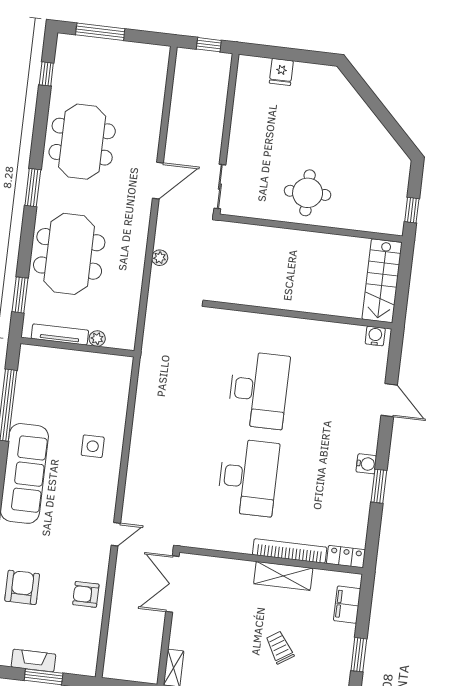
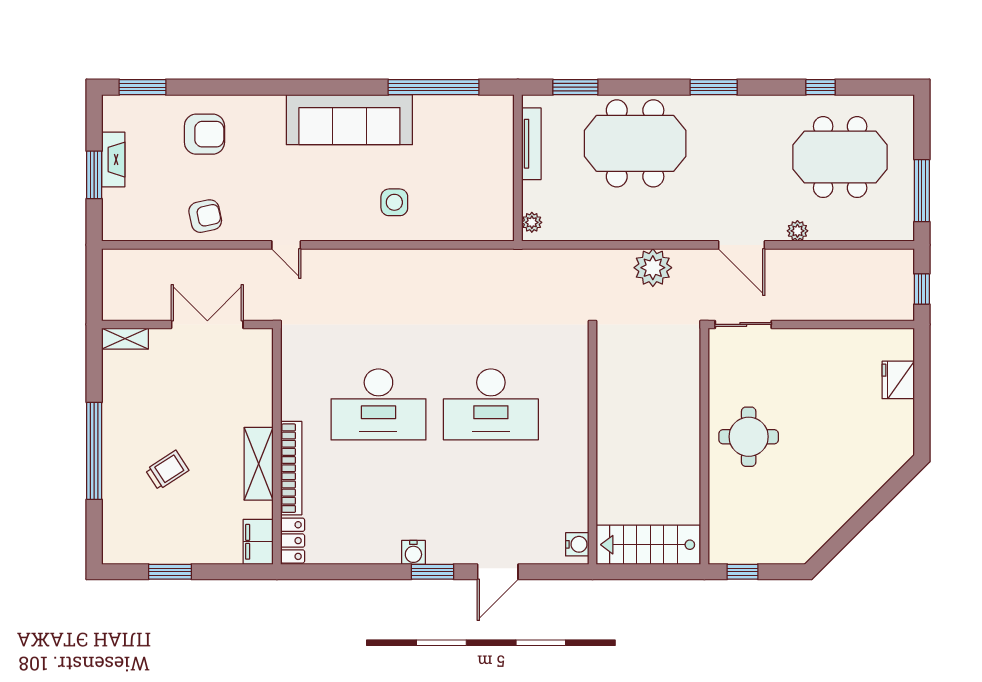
window: (100, 32) -> (922, 191), moved
fridge: (281, 72) -> (898, 380), width x1.38
window: (46, 74) -> (820, 87), moved
plant: (152, 136) -> (797, 231), added
meeting table: (82, 142) -> (840, 157), moved
plant: (160, 258) -> (653, 268), width x1.88, depth x1.88
plant: (97, 339) -> (532, 222), moved
window: (379, 486) -> (433, 572), moved
double door: (172, 584) -> (207, 324), moved
armchair: (86, 594) -> (205, 216), turned 78
filing cabinet: (347, 605) -> (258, 542), moved, turned -90

